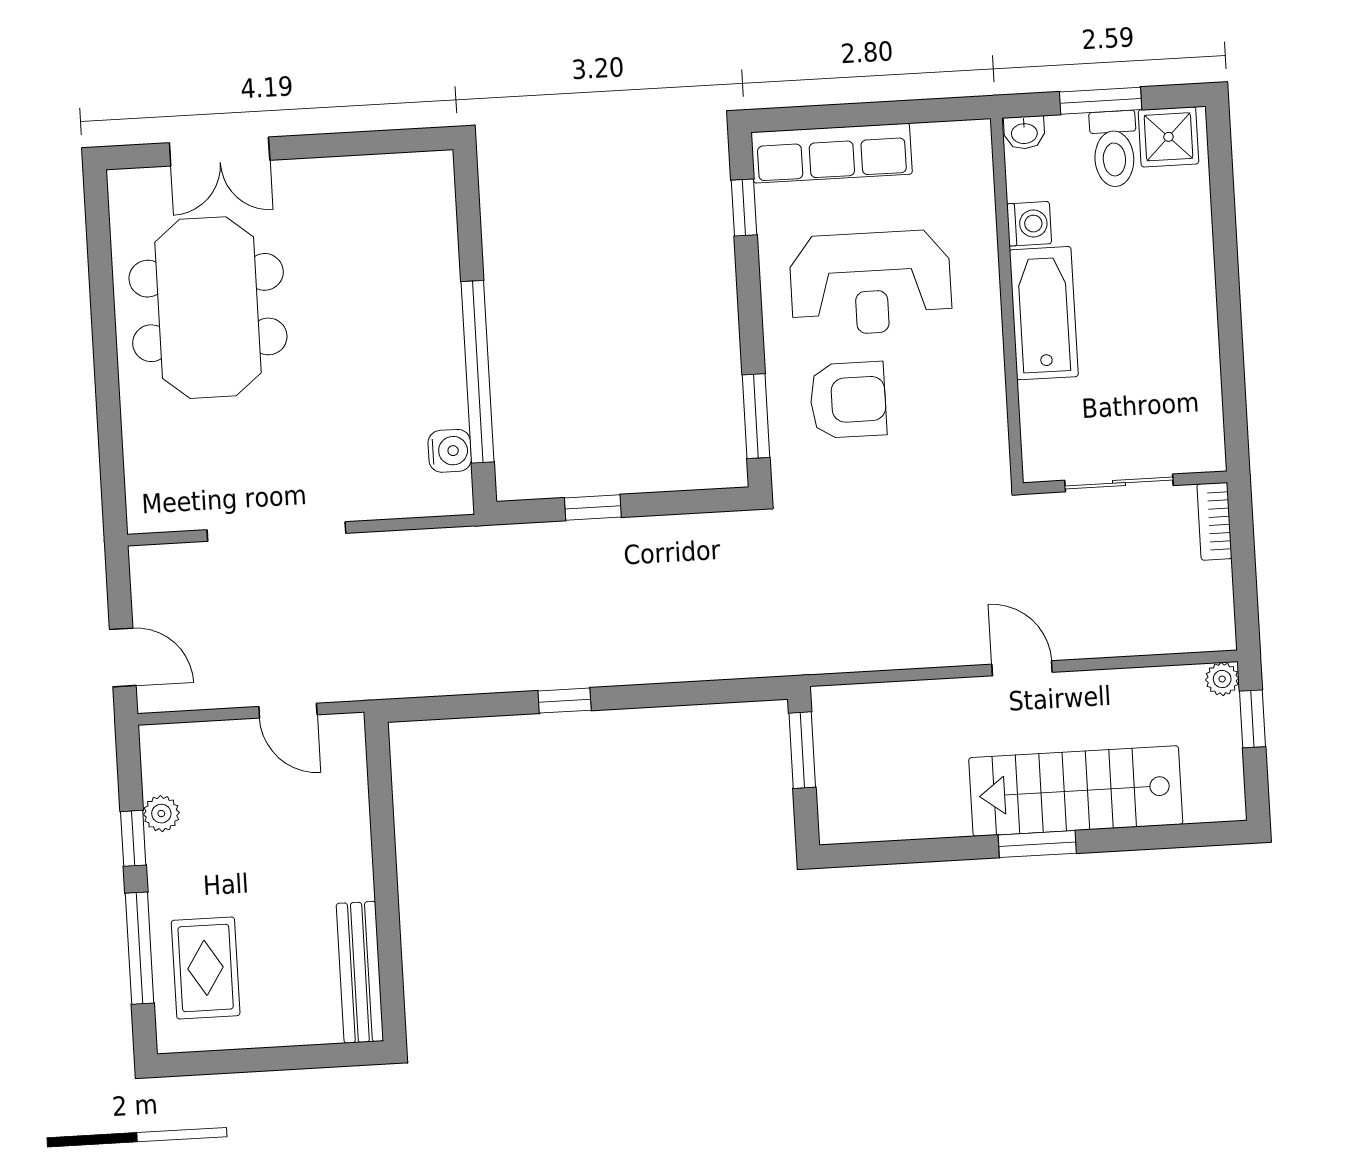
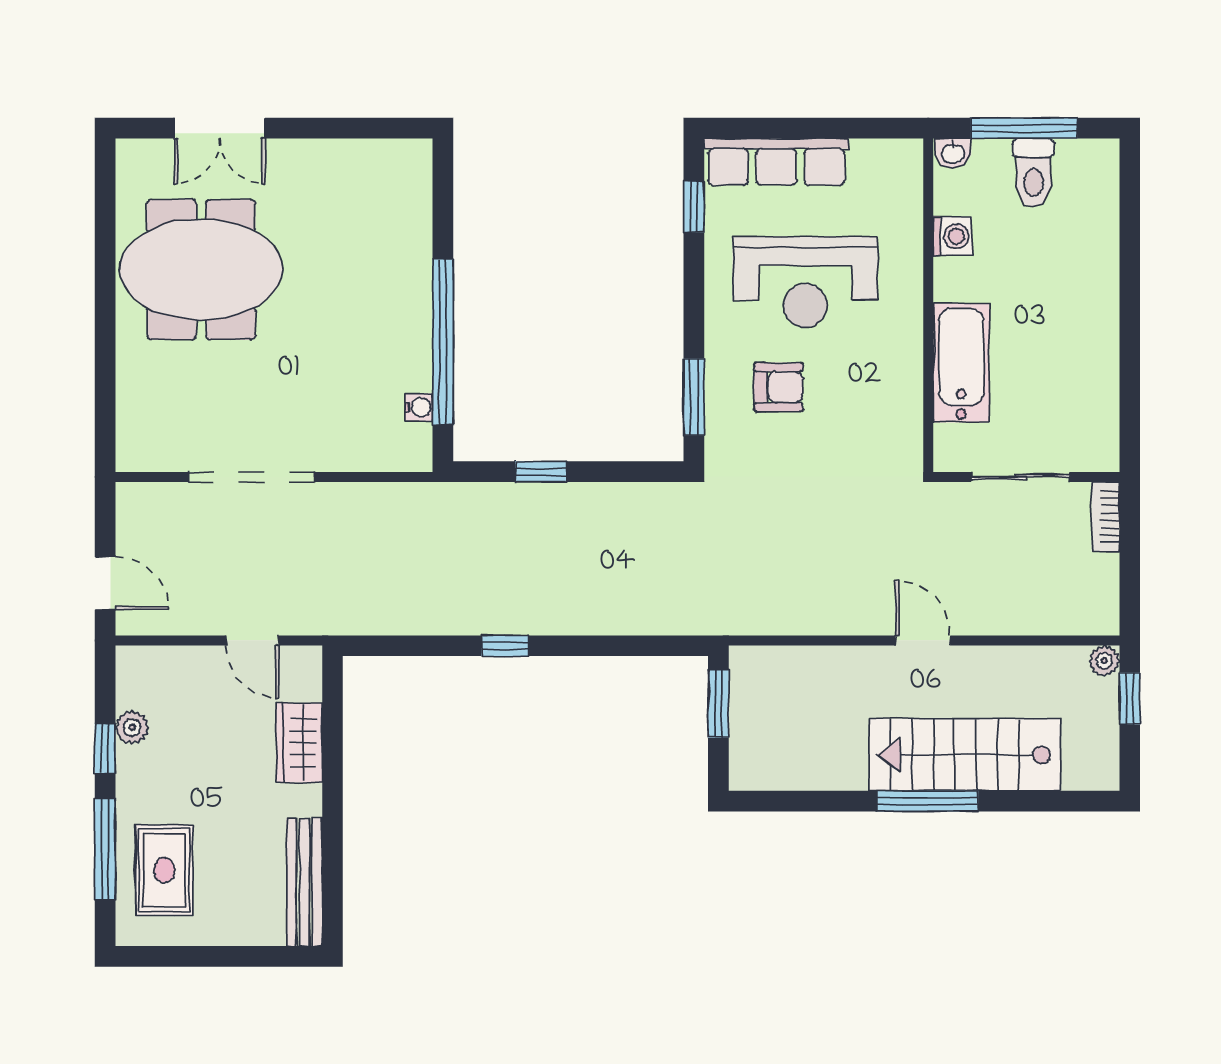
window: (1101, 101) -> (1024, 128), width x1.44
shower: (1168, 137) -> (1084, 165), removed
meeting table: (208, 308) -> (201, 269), turned 90
bathtub: (1044, 313) -> (961, 363), moved
armchair: (848, 400) -> (779, 387), width x0.72, depth x0.72
water cooler: (450, 451) -> (419, 407), width x0.72, depth x0.72
wardrobe: (345, 820) -> (299, 743), added
window: (1037, 844) -> (927, 801), width x1.44

